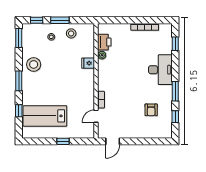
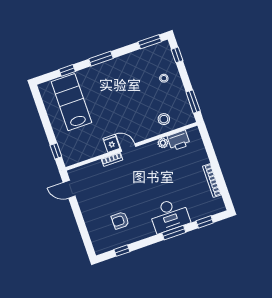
window: (60, 20) -> (193, 102), moved
stool: (71, 33) -> (164, 119), moved
fridge: (88, 63) -> (111, 143), moved
stool: (34, 64) -> (126, 69), removed
window: (175, 91) -> (174, 233), moved
door: (96, 116) -> (128, 147), moved
window: (63, 141) -> (56, 151), moved

